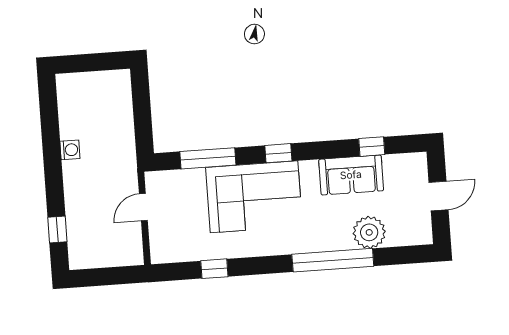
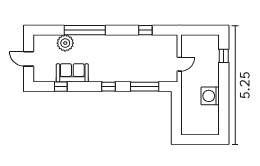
washing machine: (70, 150) -> (210, 96), width x1.89, depth x1.89
door: (439, 196) -> (29, 59), hinge flipped
corner sofa: (254, 197) -> (122, 65), removed

